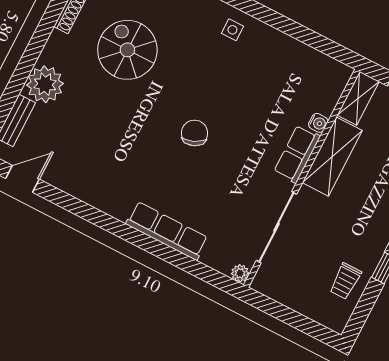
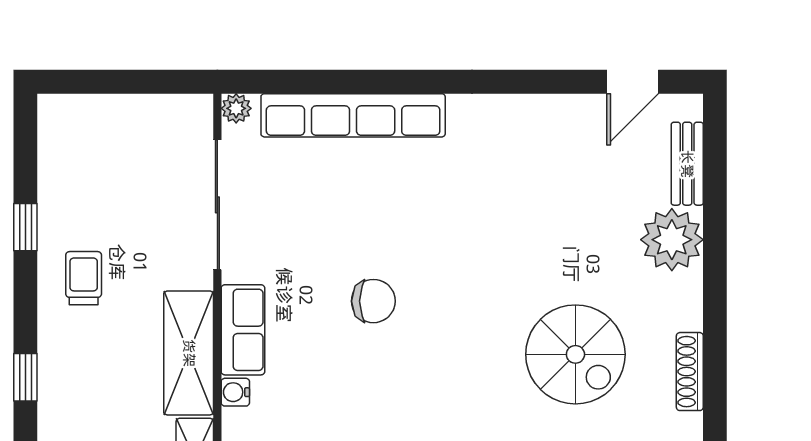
chair: (194, 133) -> (373, 301), moved, turned -67
row of seats: (167, 231) -> (353, 115), width x1.36
trolley: (345, 281) -> (84, 278), moved

